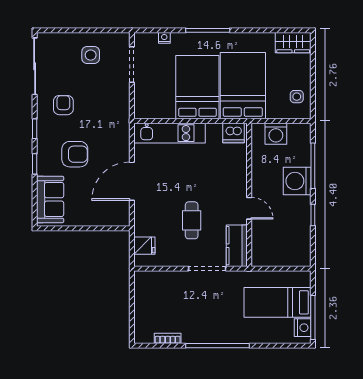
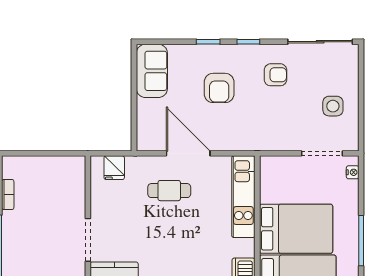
nightstand: (164, 38) -> (353, 172), moved
sofa: (50, 199) -> (152, 71), moved, turned -90
cafe table: (192, 220) -> (169, 191), moved

